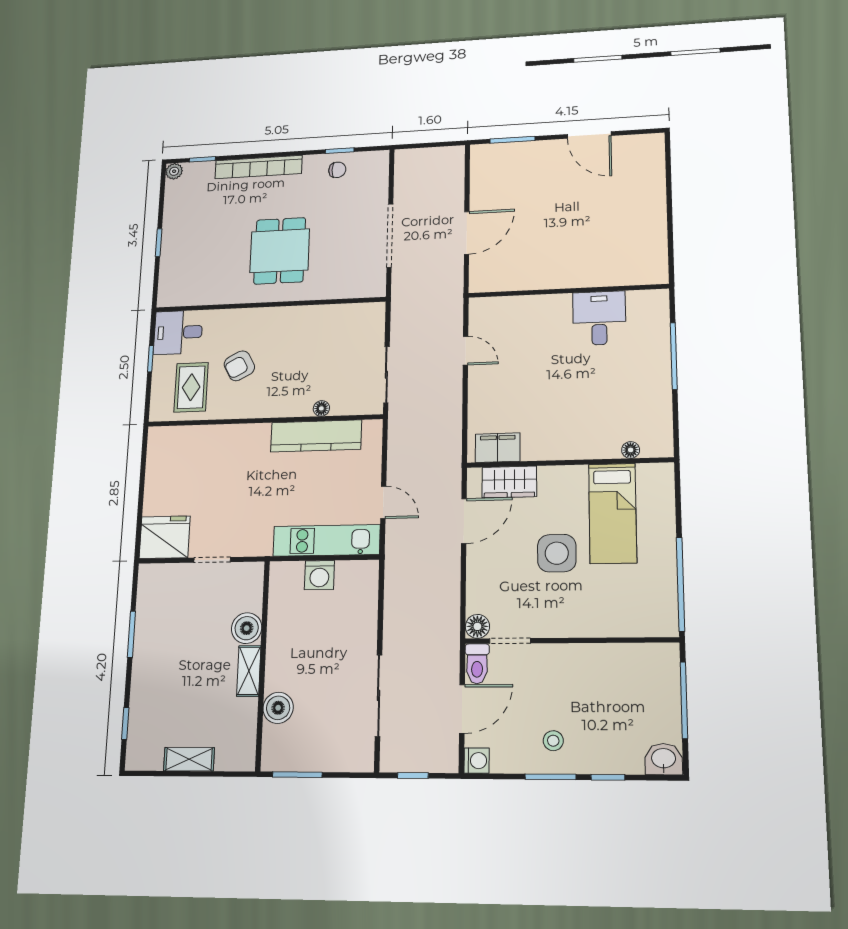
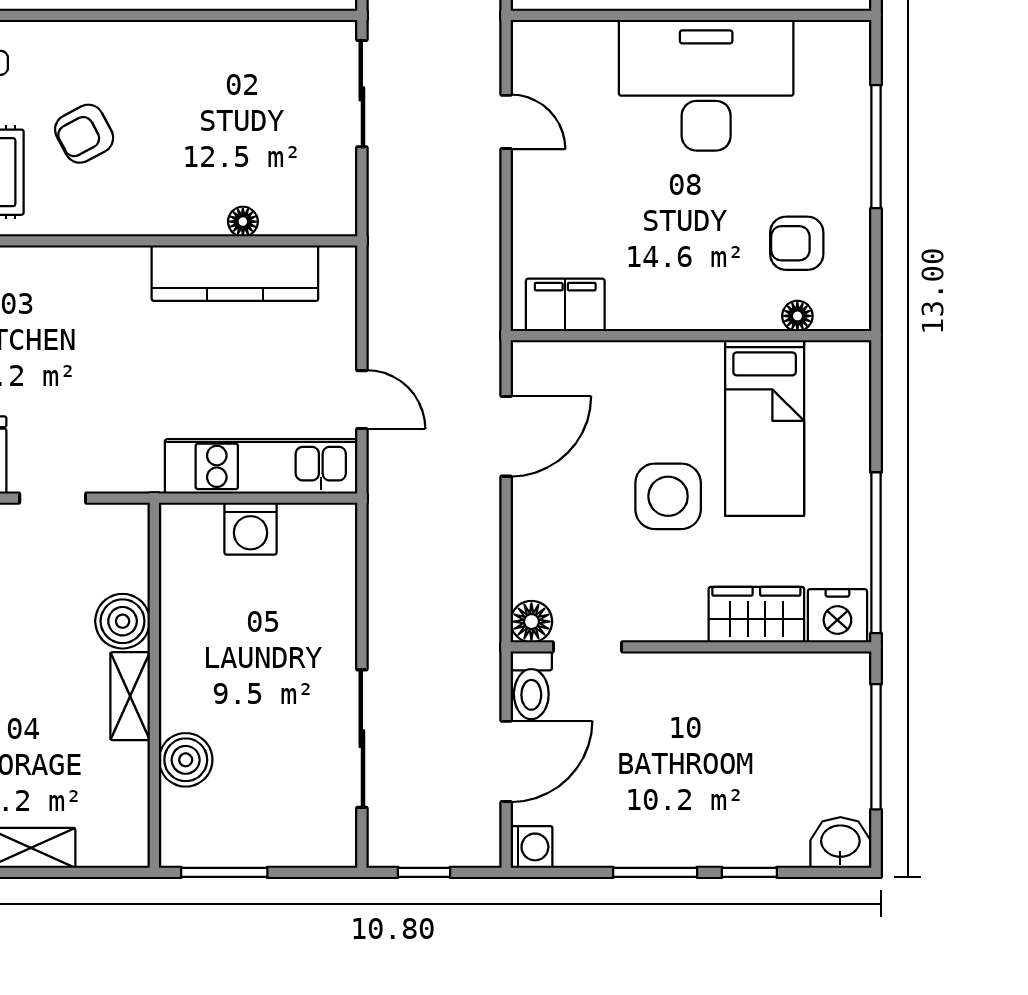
desk: (599, 318) -> (706, 85), width x1.87, depth x1.30
sliding door: (386, 375) -> (362, 94), moved
armchair: (629, 410) -> (797, 243), added
wardrobe: (509, 482) -> (756, 615), moved, turned 180
nightstand: (658, 621) -> (837, 616), added
stool: (553, 741) -> (660, 814), removed

